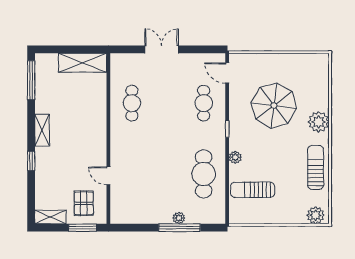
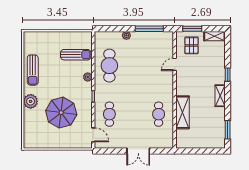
shelving: (83, 63) -> (183, 112), moved, turned 90
window: (31, 80) -> (228, 130), width x0.69
door: (108, 176) -> (175, 64), swing flipped
plant: (316, 215) -> (33, 37), removed
window: (180, 228) -> (149, 29), moved

